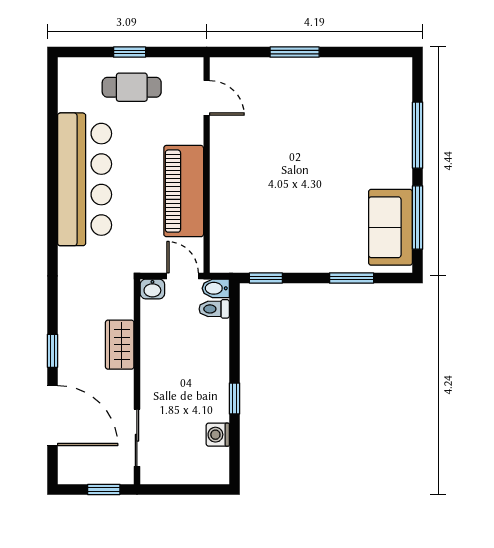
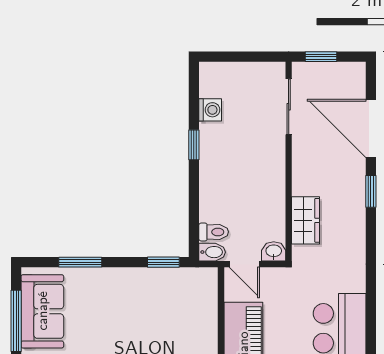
wardrobe: (120, 345) -> (306, 220), moved

